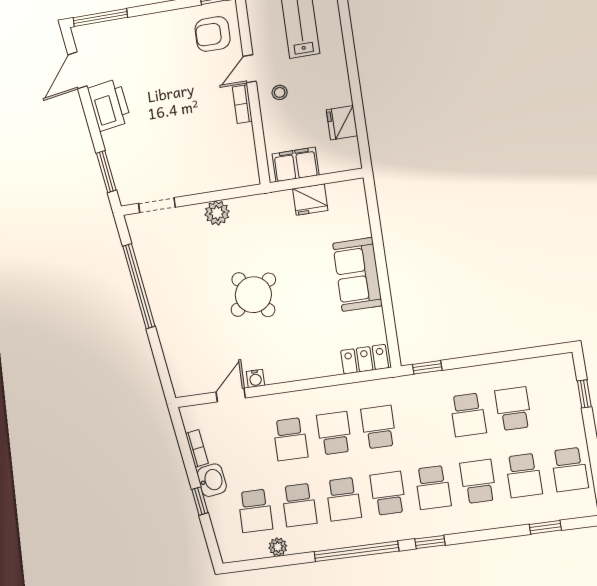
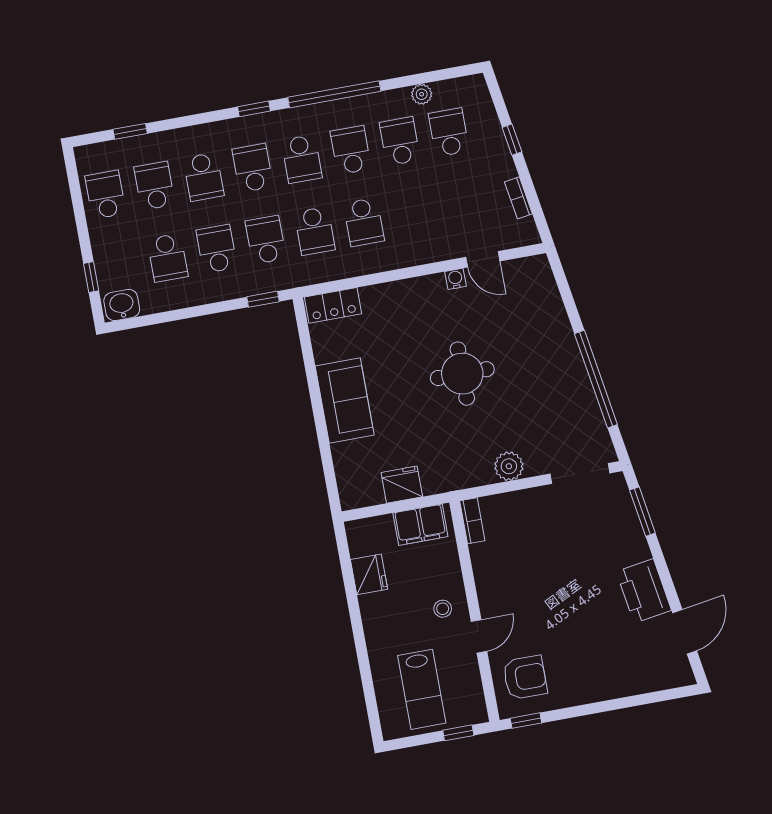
window: (100, 18) -> (661, 696), removed
bookcase: (242, 104) -> (472, 521), moved
doorway: (157, 205) -> (580, 474), width x1.38
round table: (253, 295) -> (462, 374), turned 36
door: (231, 395) -> (483, 259), hinge flipped
school desk: (290, 439) -> (266, 240), moved
washbasin: (212, 480) -> (122, 305), moved, turned 99

